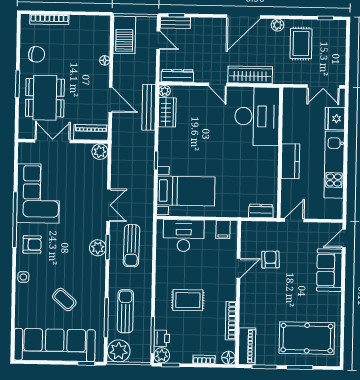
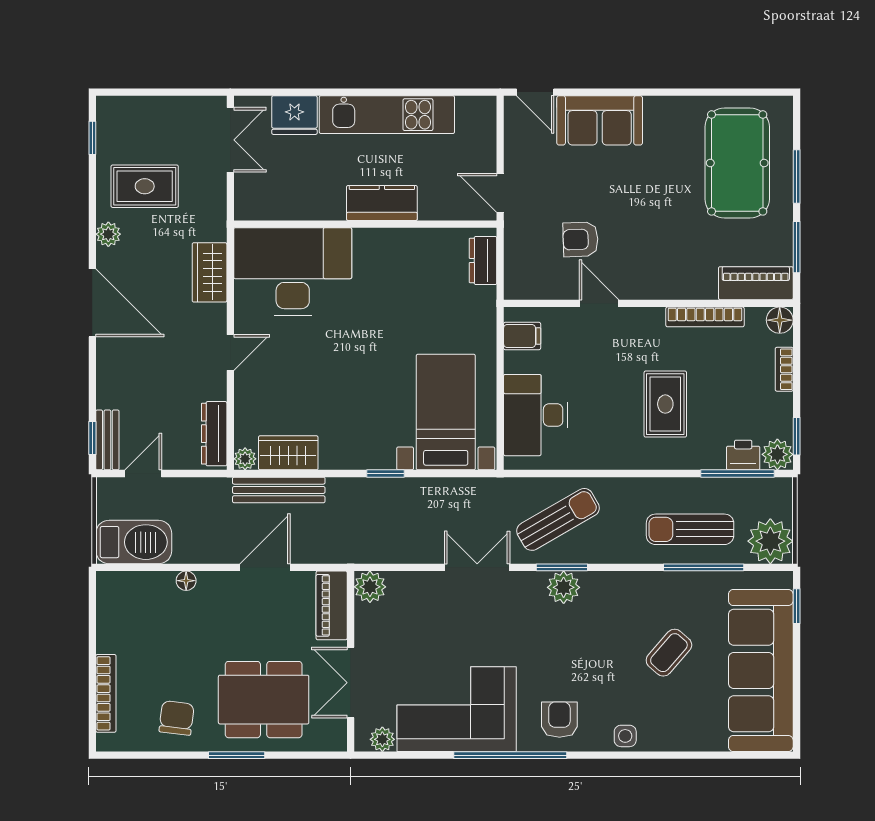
wardrobe: (250, 75) -> (210, 272), width x0.67
plant: (24, 156) -> (382, 739), added
sun lounger: (132, 246) -> (558, 519), turned -31

